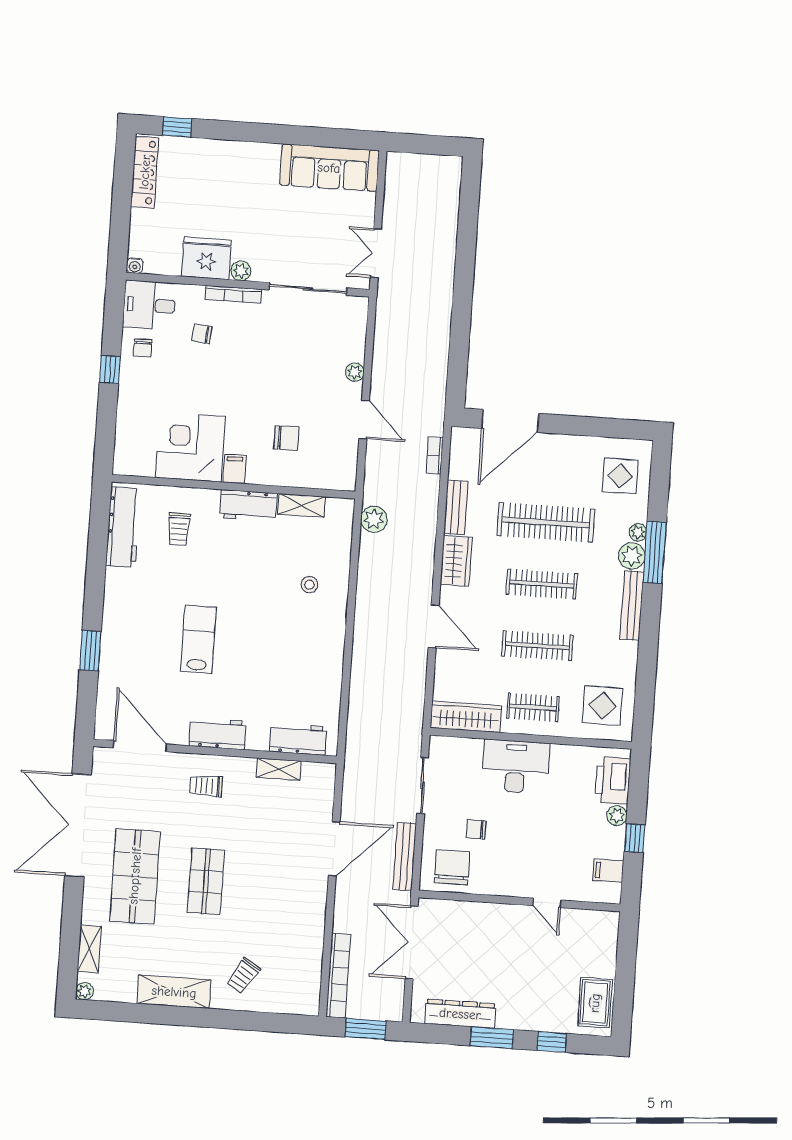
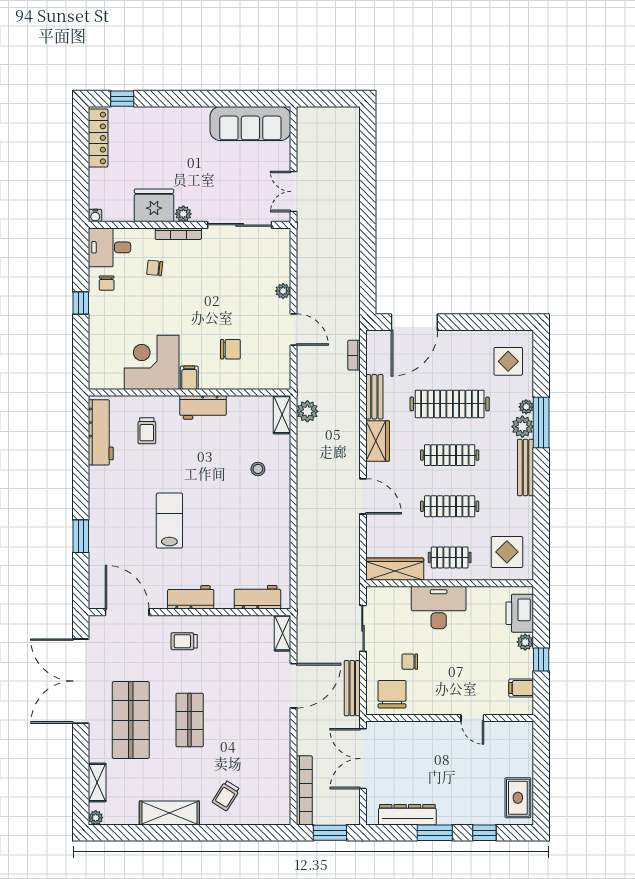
shelving: (302, 505) -> (282, 415), moved, turned 90
shelving: (279, 769) -> (283, 633), moved, turned 90

